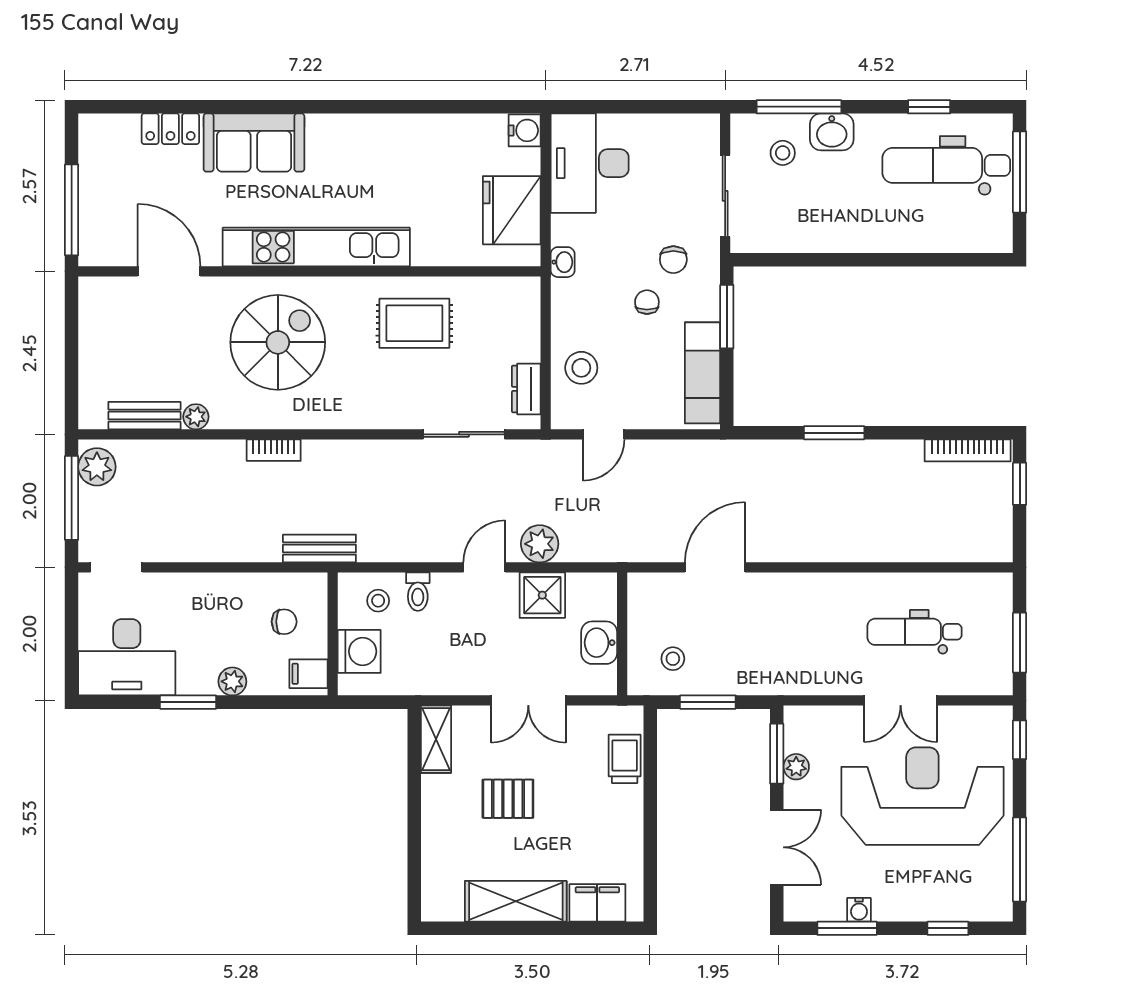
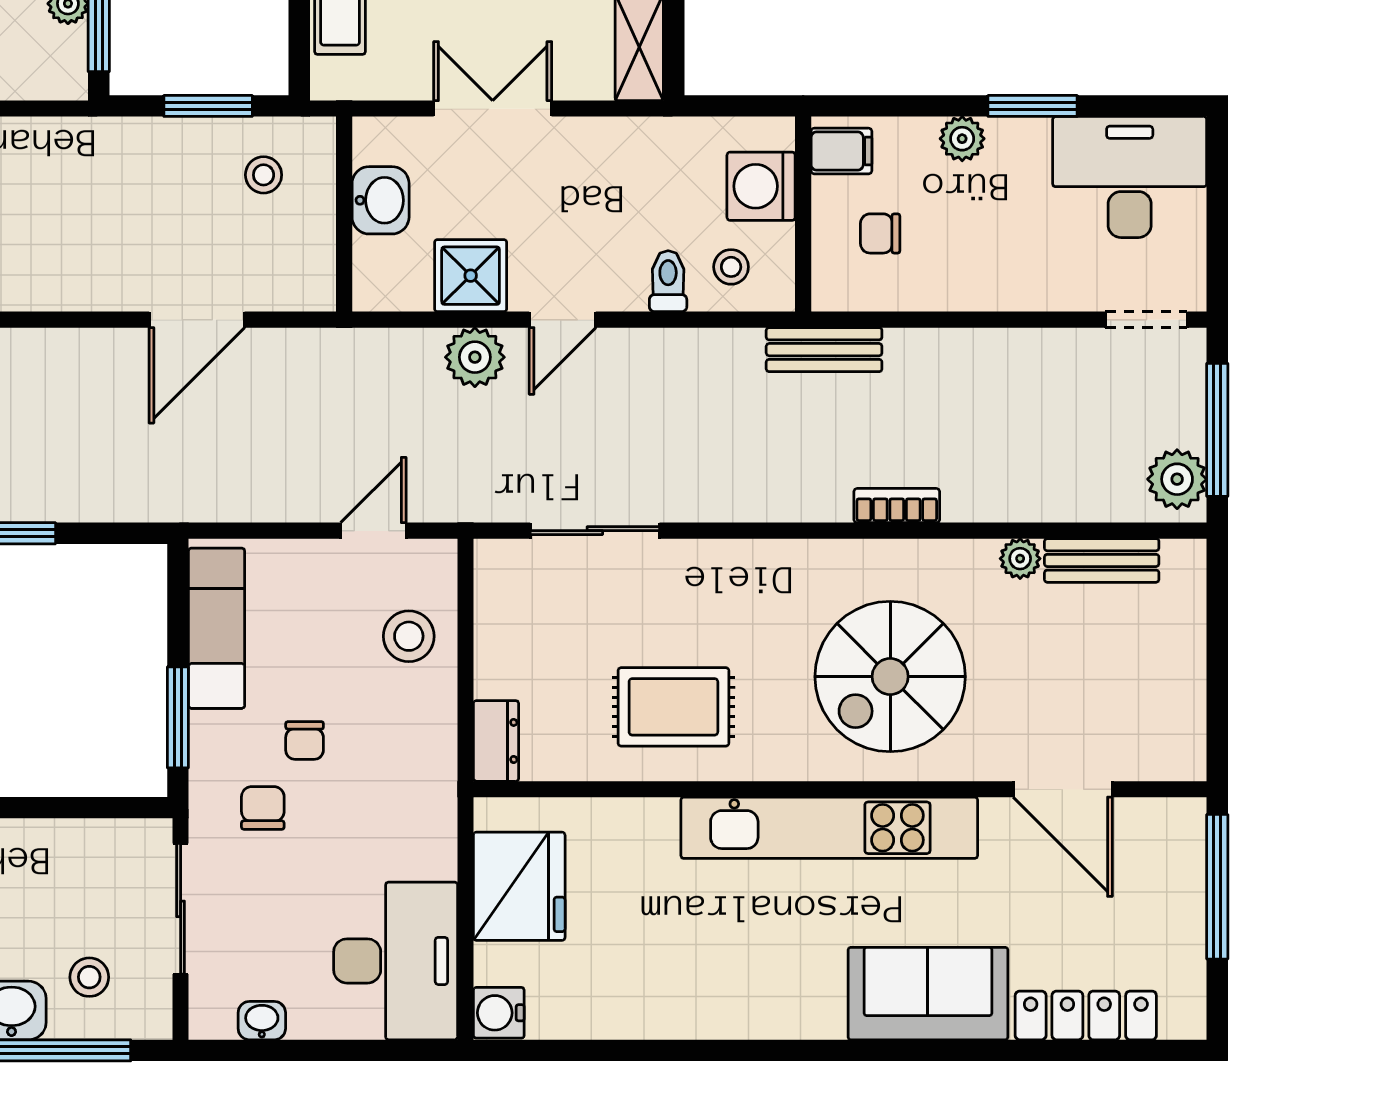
locker: (170, 129) -> (1086, 1015), width x1.53
washbasin: (563, 262) -> (262, 1021), moved, turned 90
dresser: (526, 389) -> (496, 741), moved

